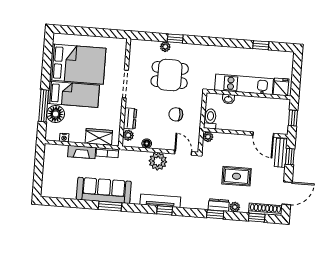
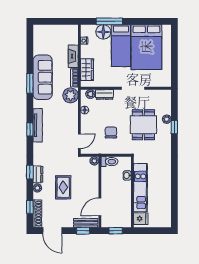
window: (261, 45) -> (174, 199), removed
plant: (158, 161) -> (71, 95), moved

